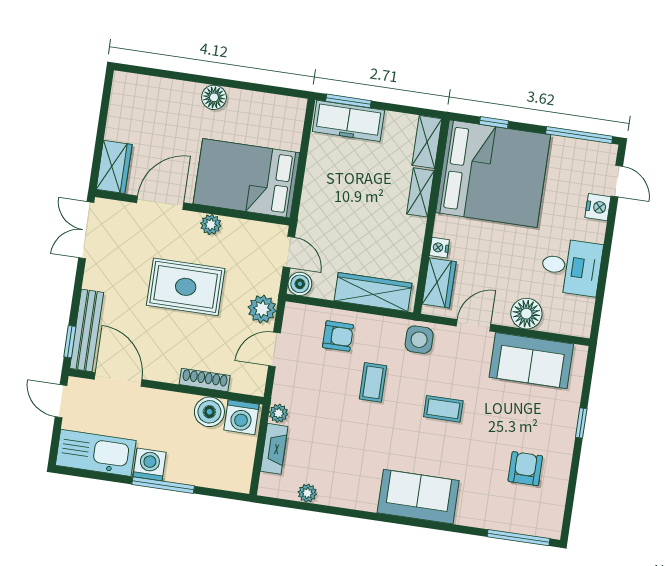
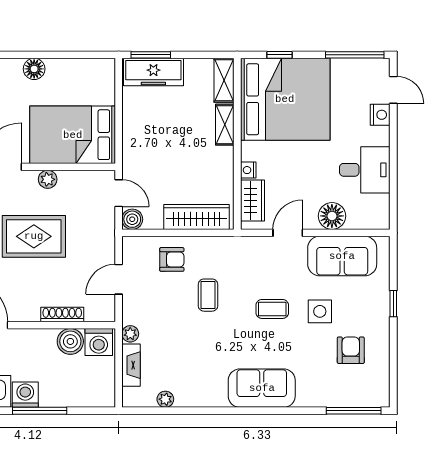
plant: (262, 309) -> (103, 246), removed
side table: (419, 340) -> (320, 311), moved

